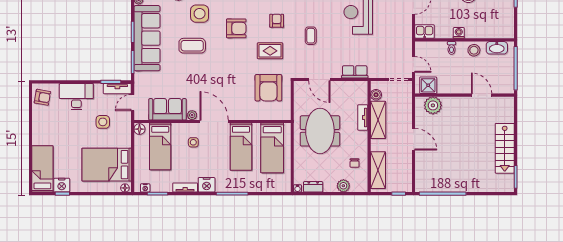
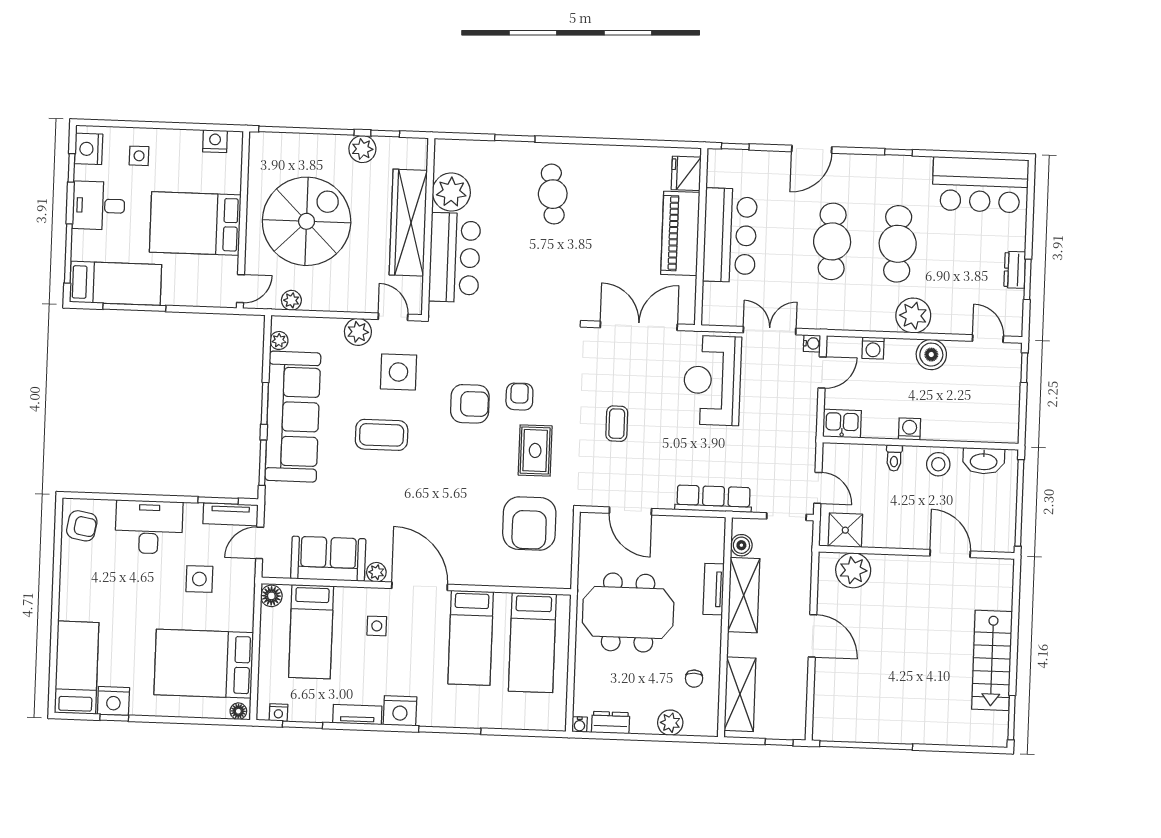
armchair: (277, 21) -> (519, 397), moved
rug: (270, 51) -> (535, 450), turned 90
row of seats: (355, 72) -> (713, 499), width x1.48
meeting table: (320, 131) -> (628, 613), turned 90

